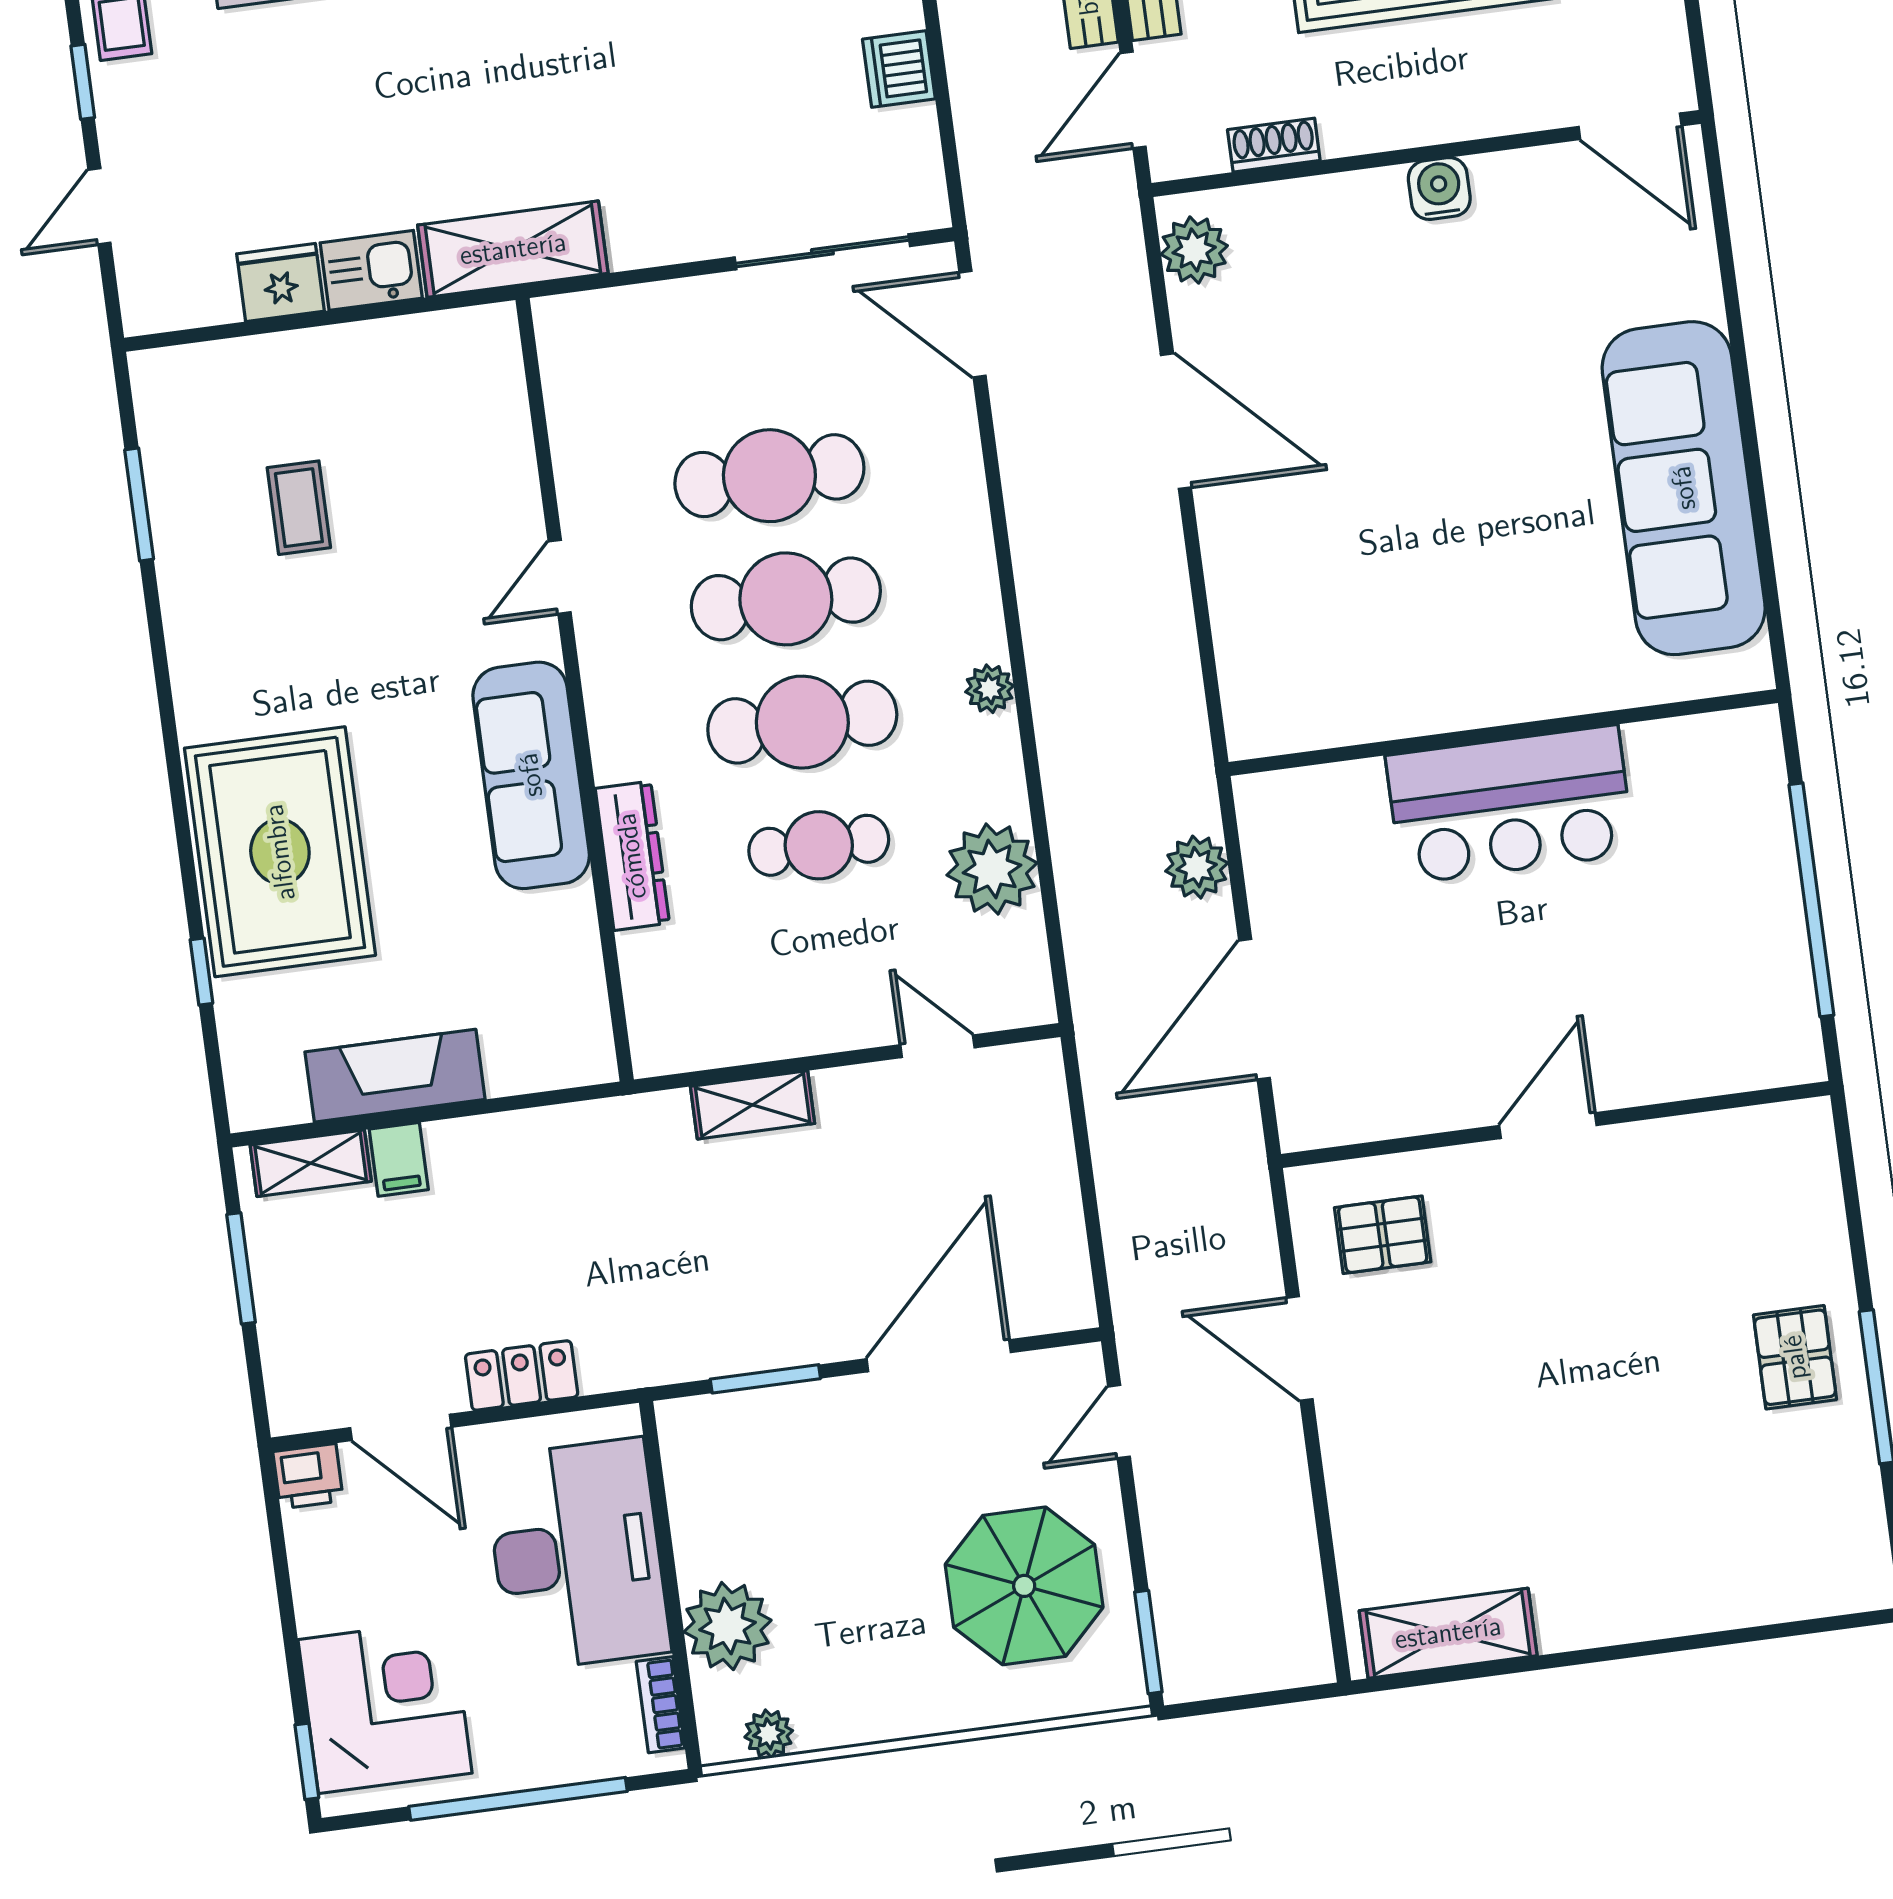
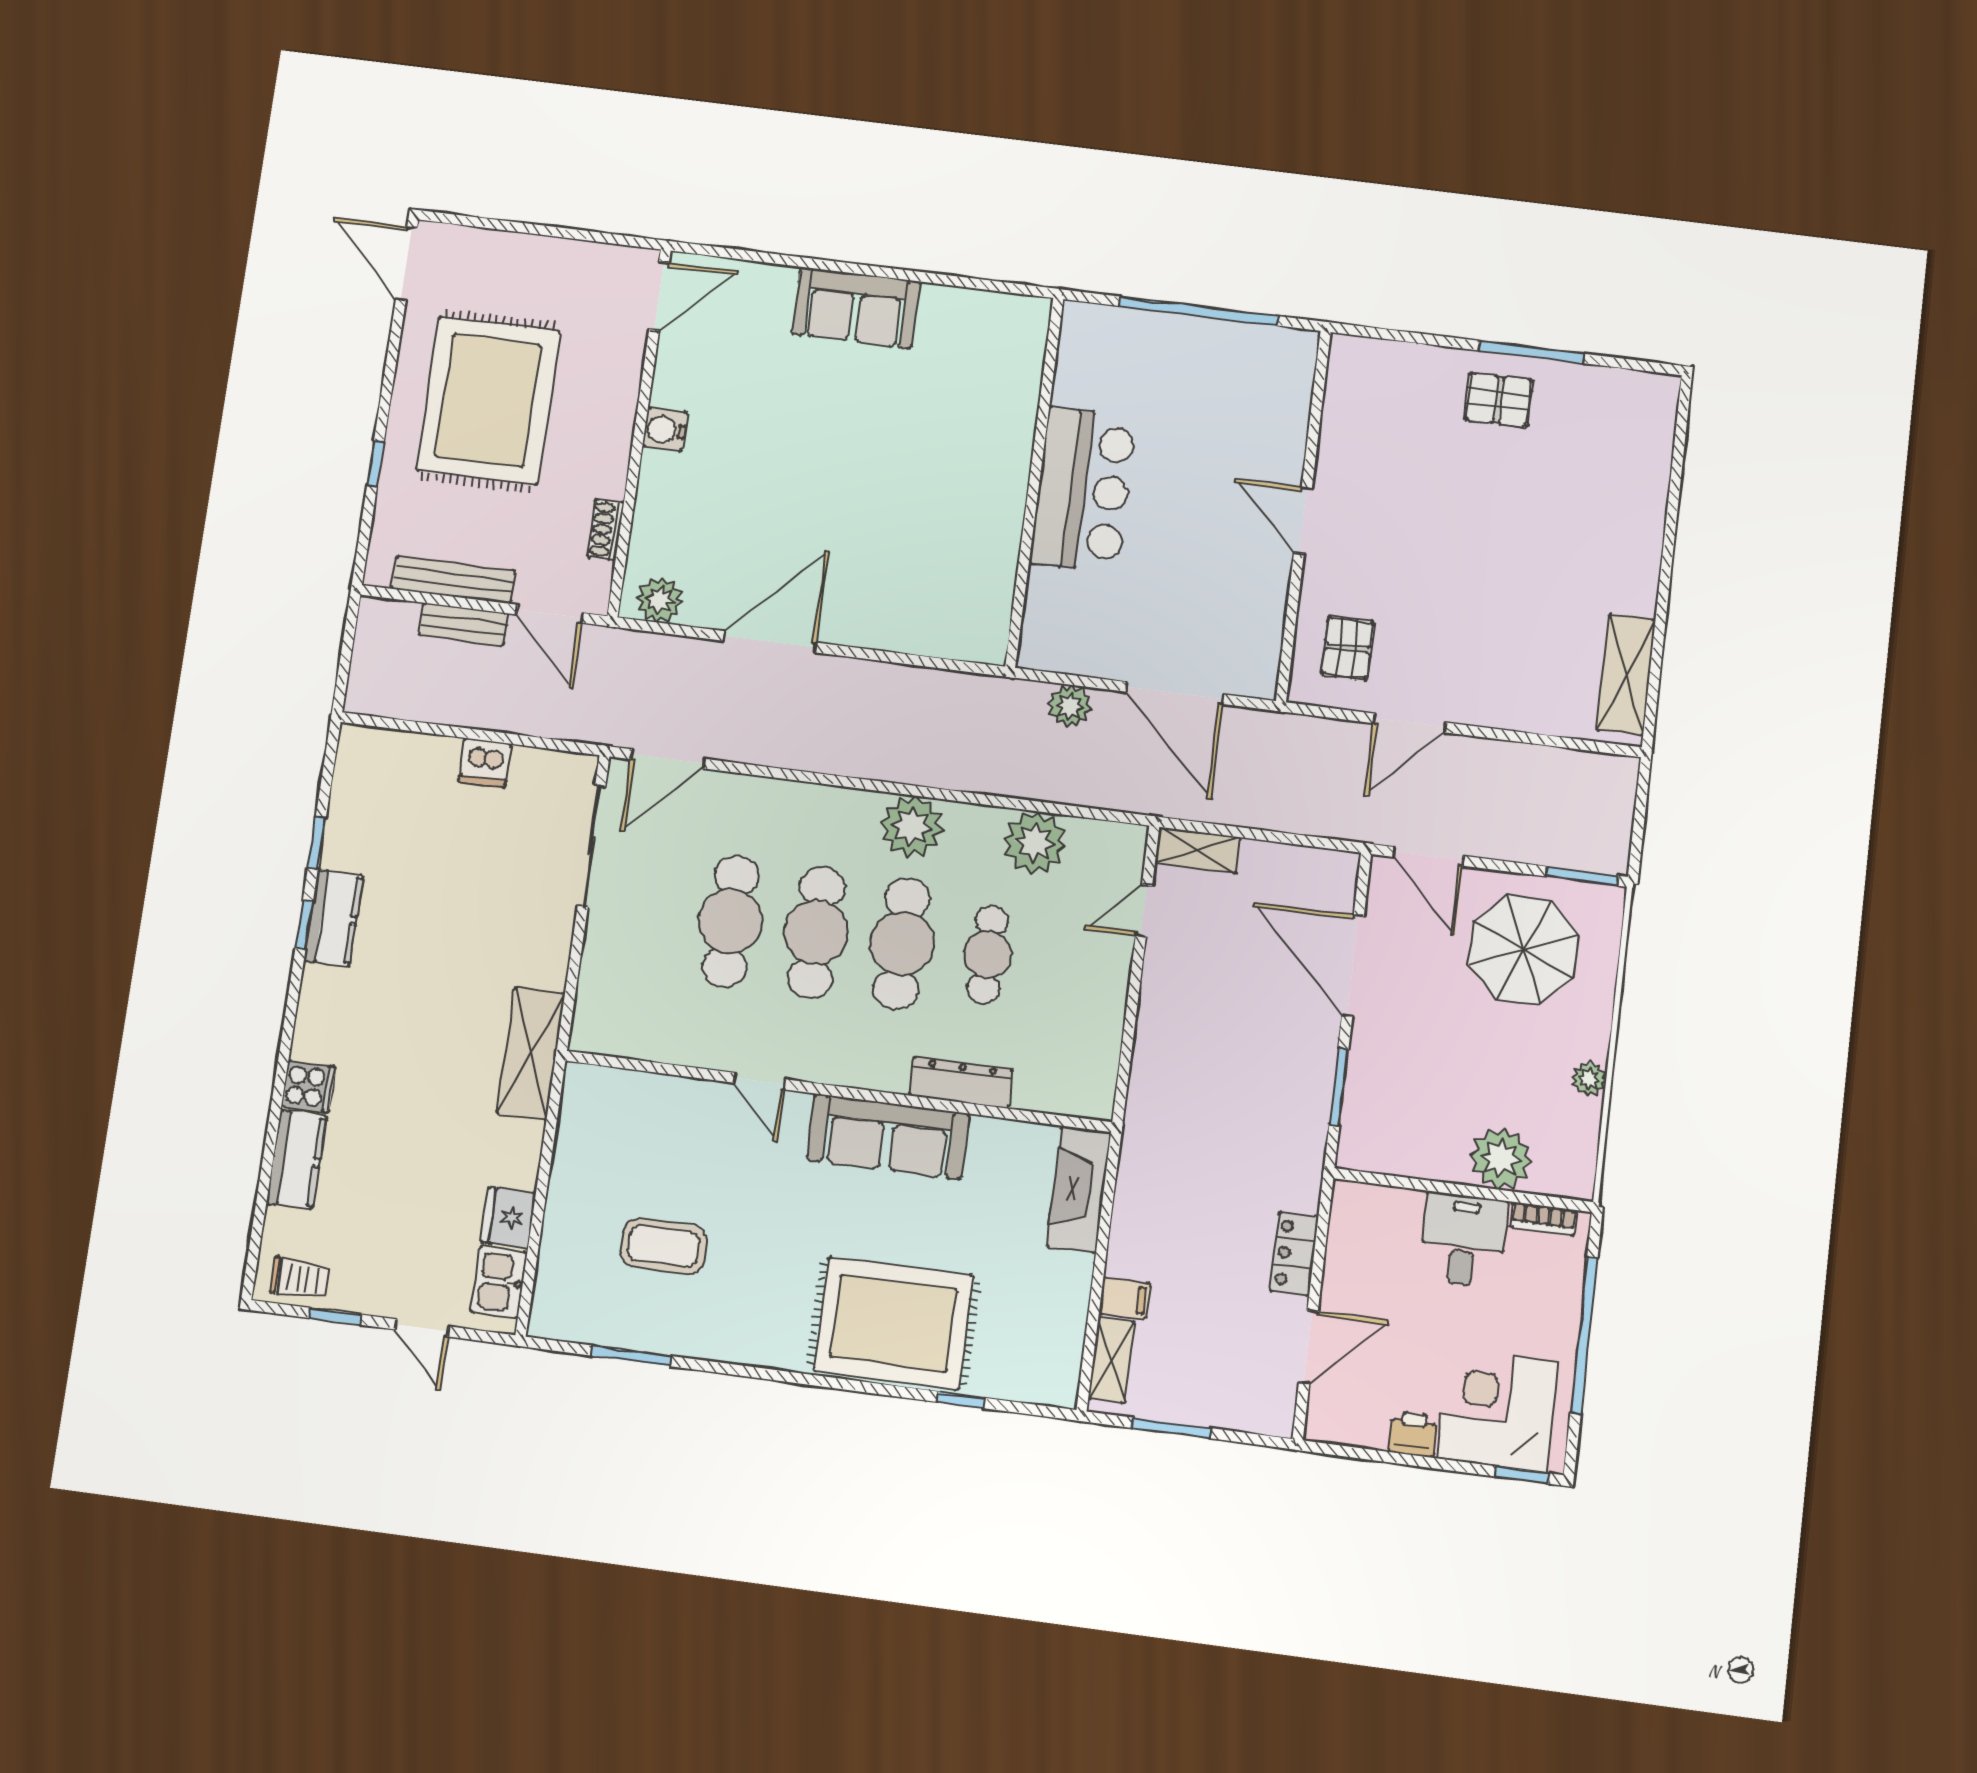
kitchen sink: (371, 270) -> (499, 1282), moved
sofa: (1684, 488) -> (856, 308), width x0.54, depth x0.79
coffee table: (299, 508) -> (664, 1246), width x1.36, depth x1.30
plant: (990, 689) -> (912, 827), width x1.88, depth x1.88
fireplace: (395, 1076) -> (1079, 1189), moved
shelving: (753, 1105) -> (1198, 850), moved, turned 90
door: (1119, 1422) -> (1428, 856), width x1.38
printer: (308, 1476) -> (1413, 1434), moved, turned -90
desk: (577, 1555) -> (1463, 1240), width x0.53, depth x0.77
plant: (769, 1734) -> (1589, 1079), moved

